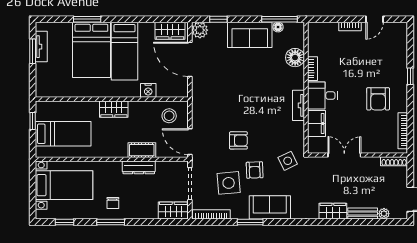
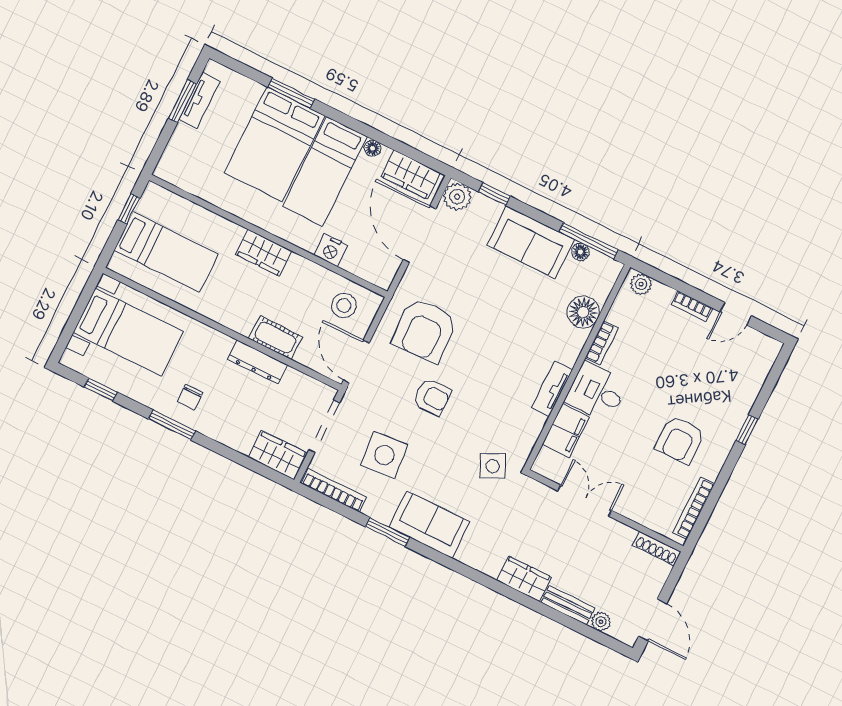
floor lamp: (143, 27) -> (373, 148), added
plant: (318, 28) -> (641, 284), added
armchair: (255, 170) -> (425, 330), moved, width x1.88, depth x1.88

